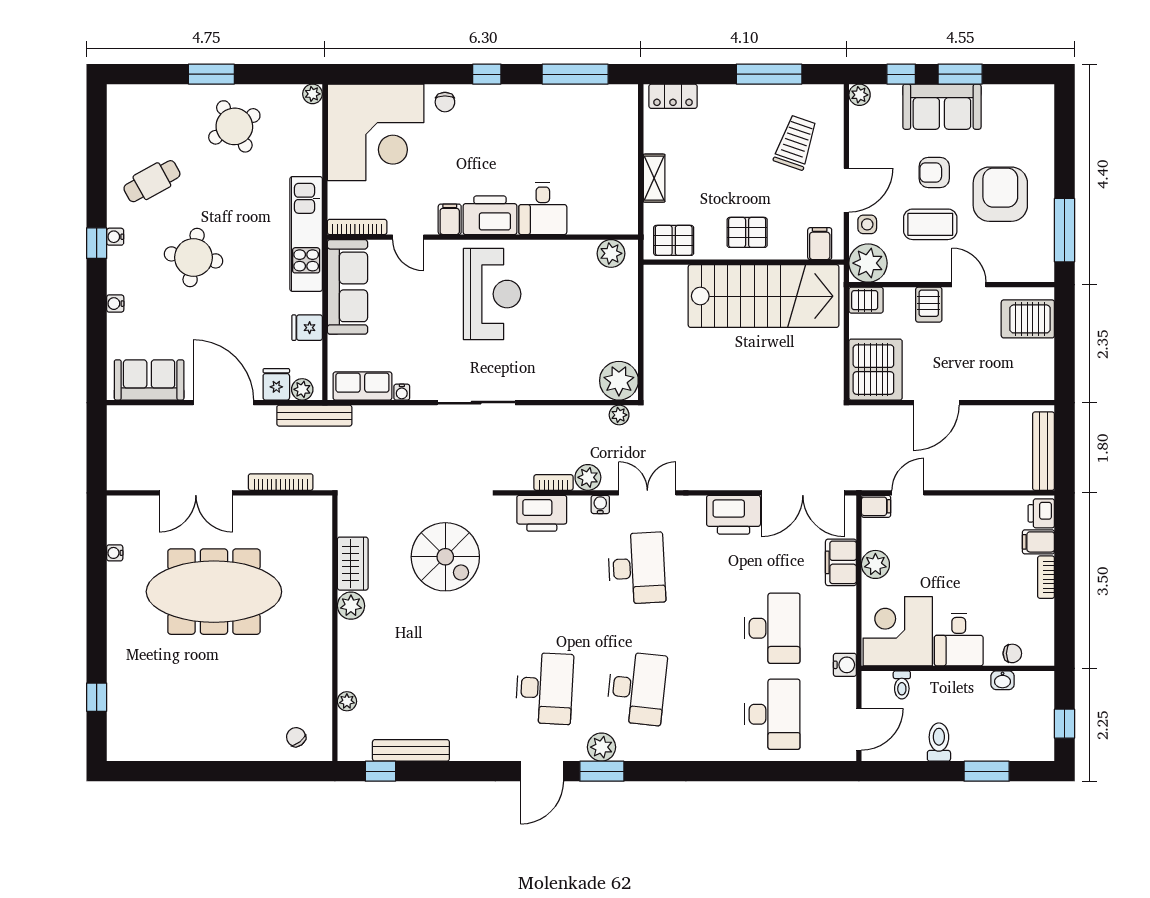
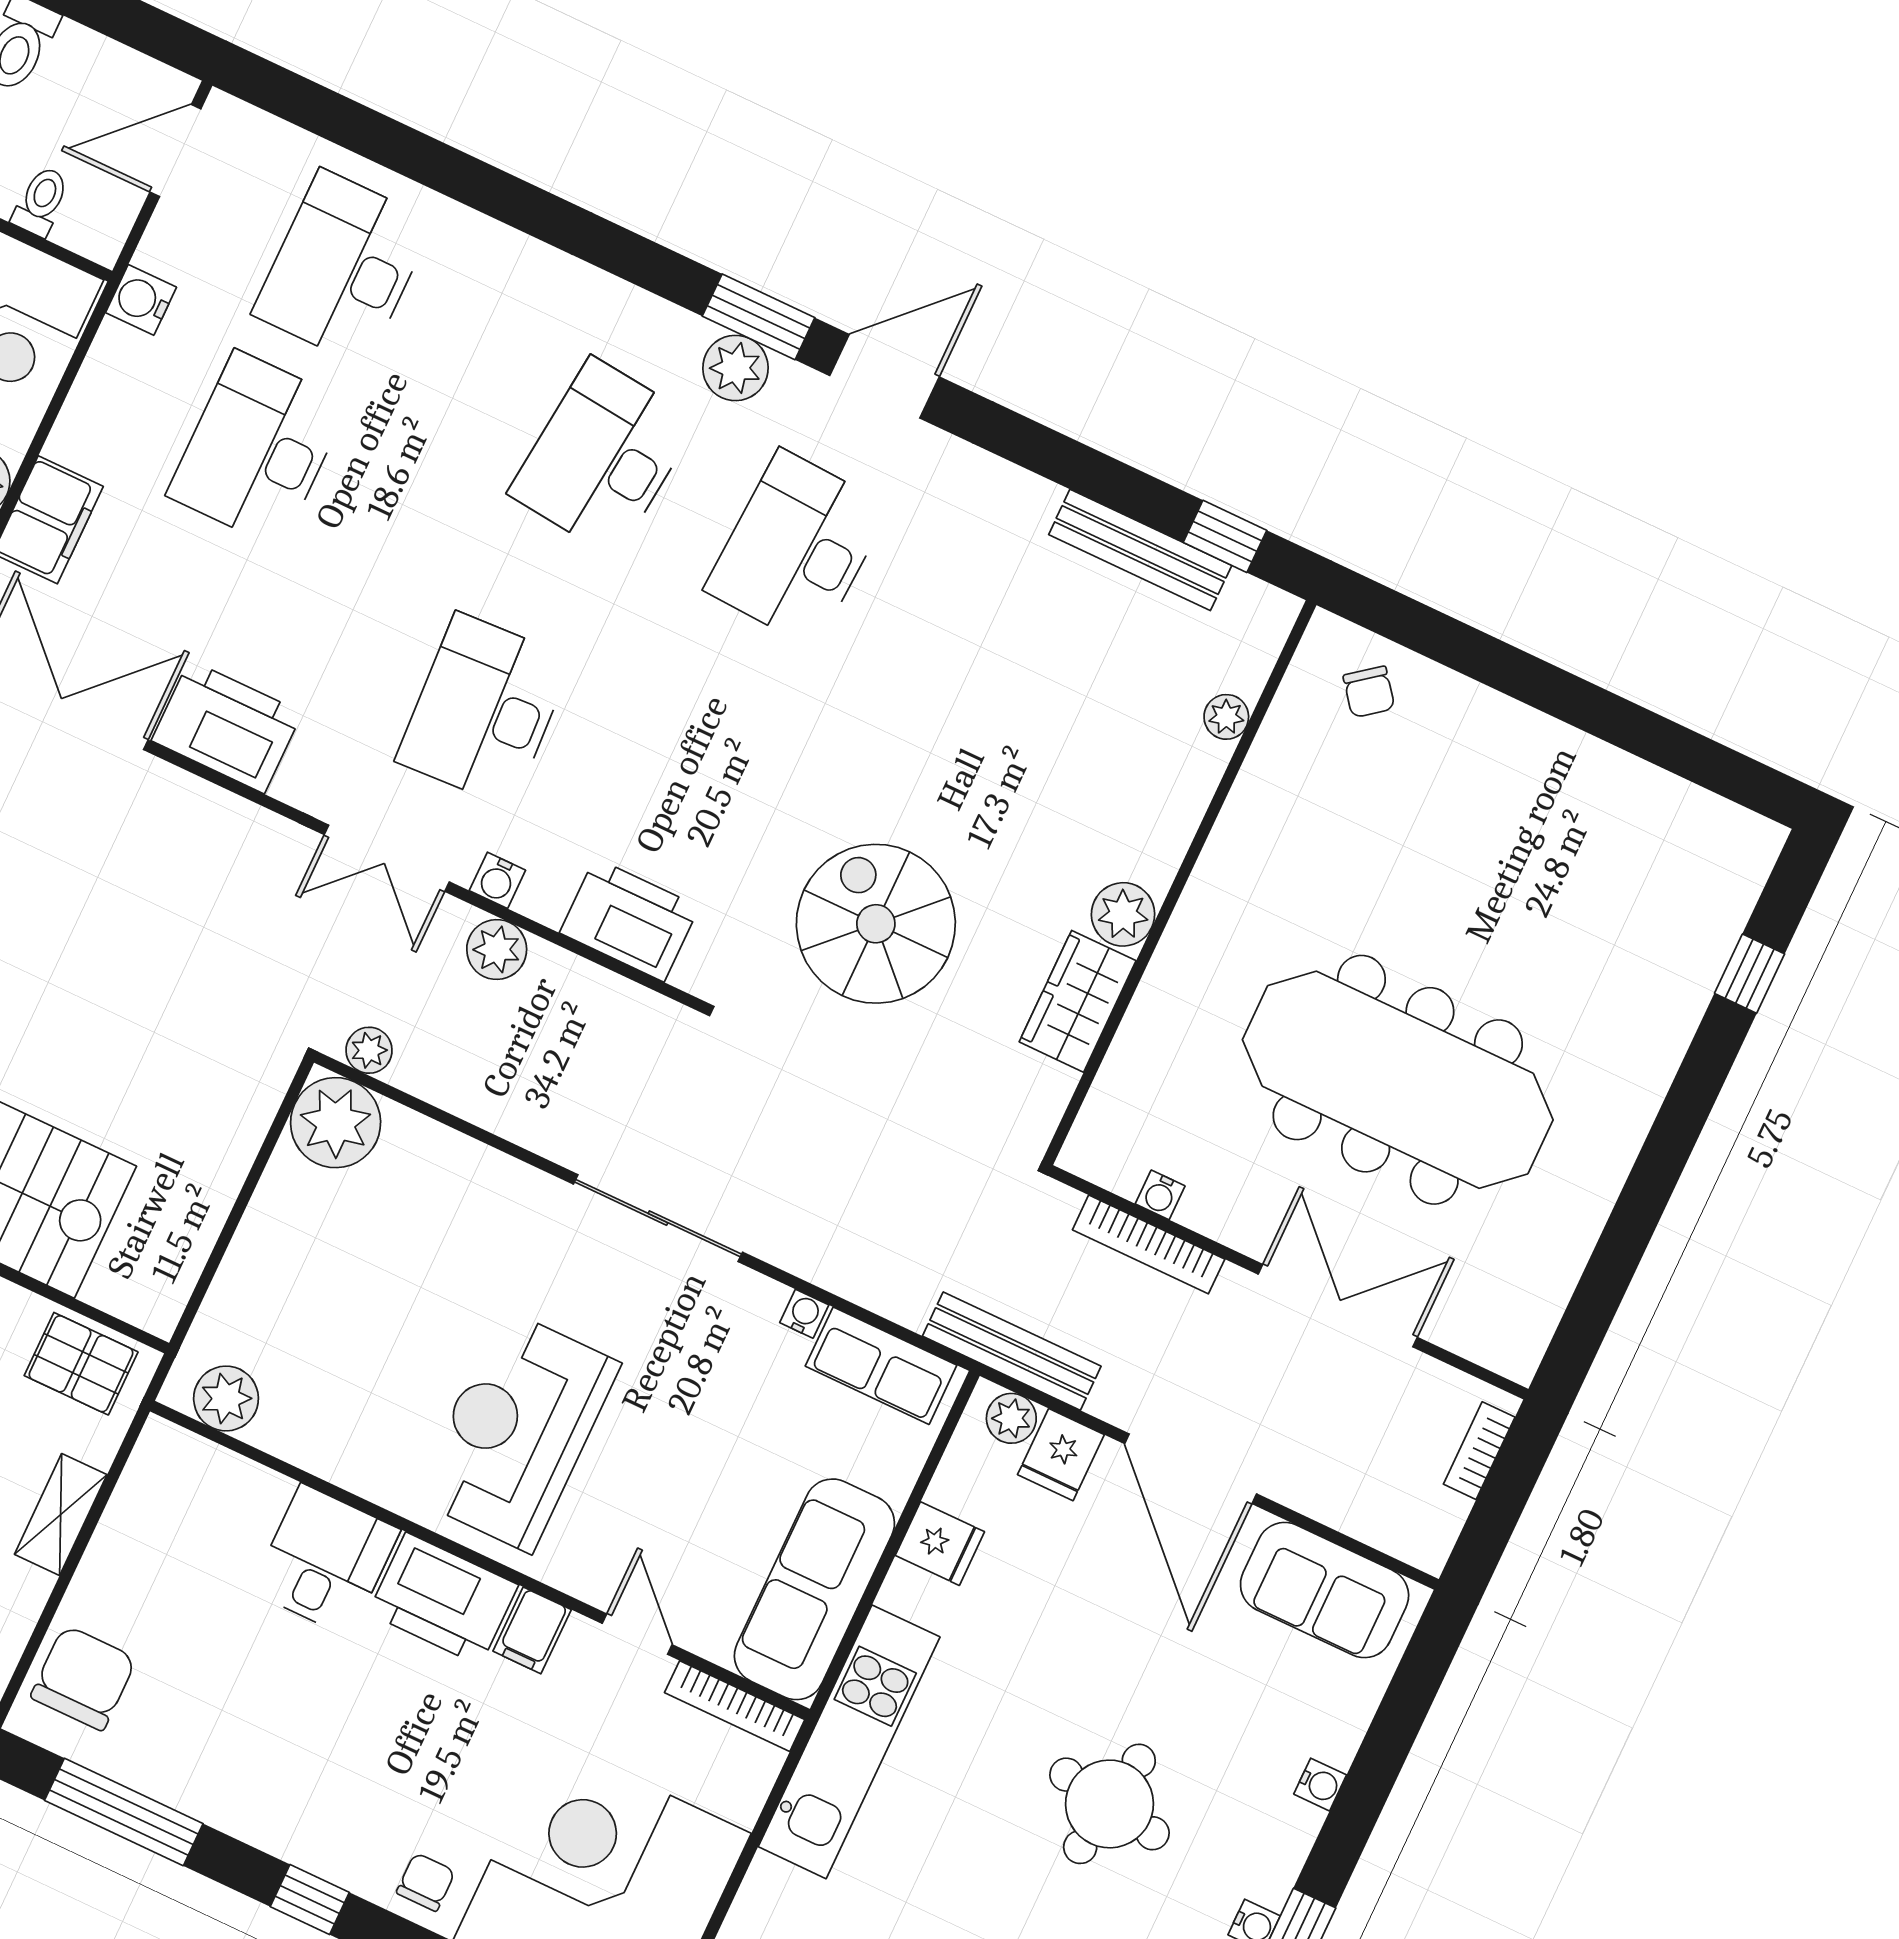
chair: (615, 119) -> (83, 1678), added
bookcase: (553, 482) -> (1479, 1451), moved, turned 90
water cooler: (115, 553) -> (1160, 1195), moved, turned 90

